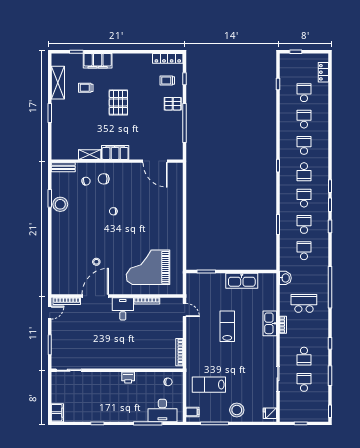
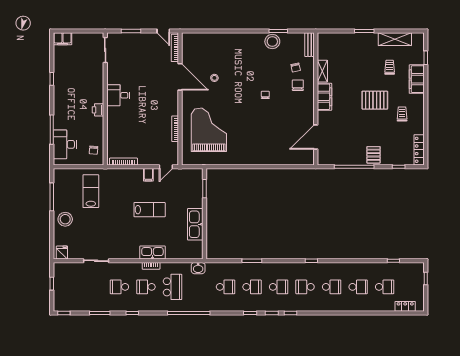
trolley: (167, 80) -> (402, 114), moved
desk: (123, 309) -> (118, 95), moved, turned 180
school desk: (304, 382) -> (146, 287), moved, turned 180
filing cabinet: (193, 412) -> (148, 175), moved

